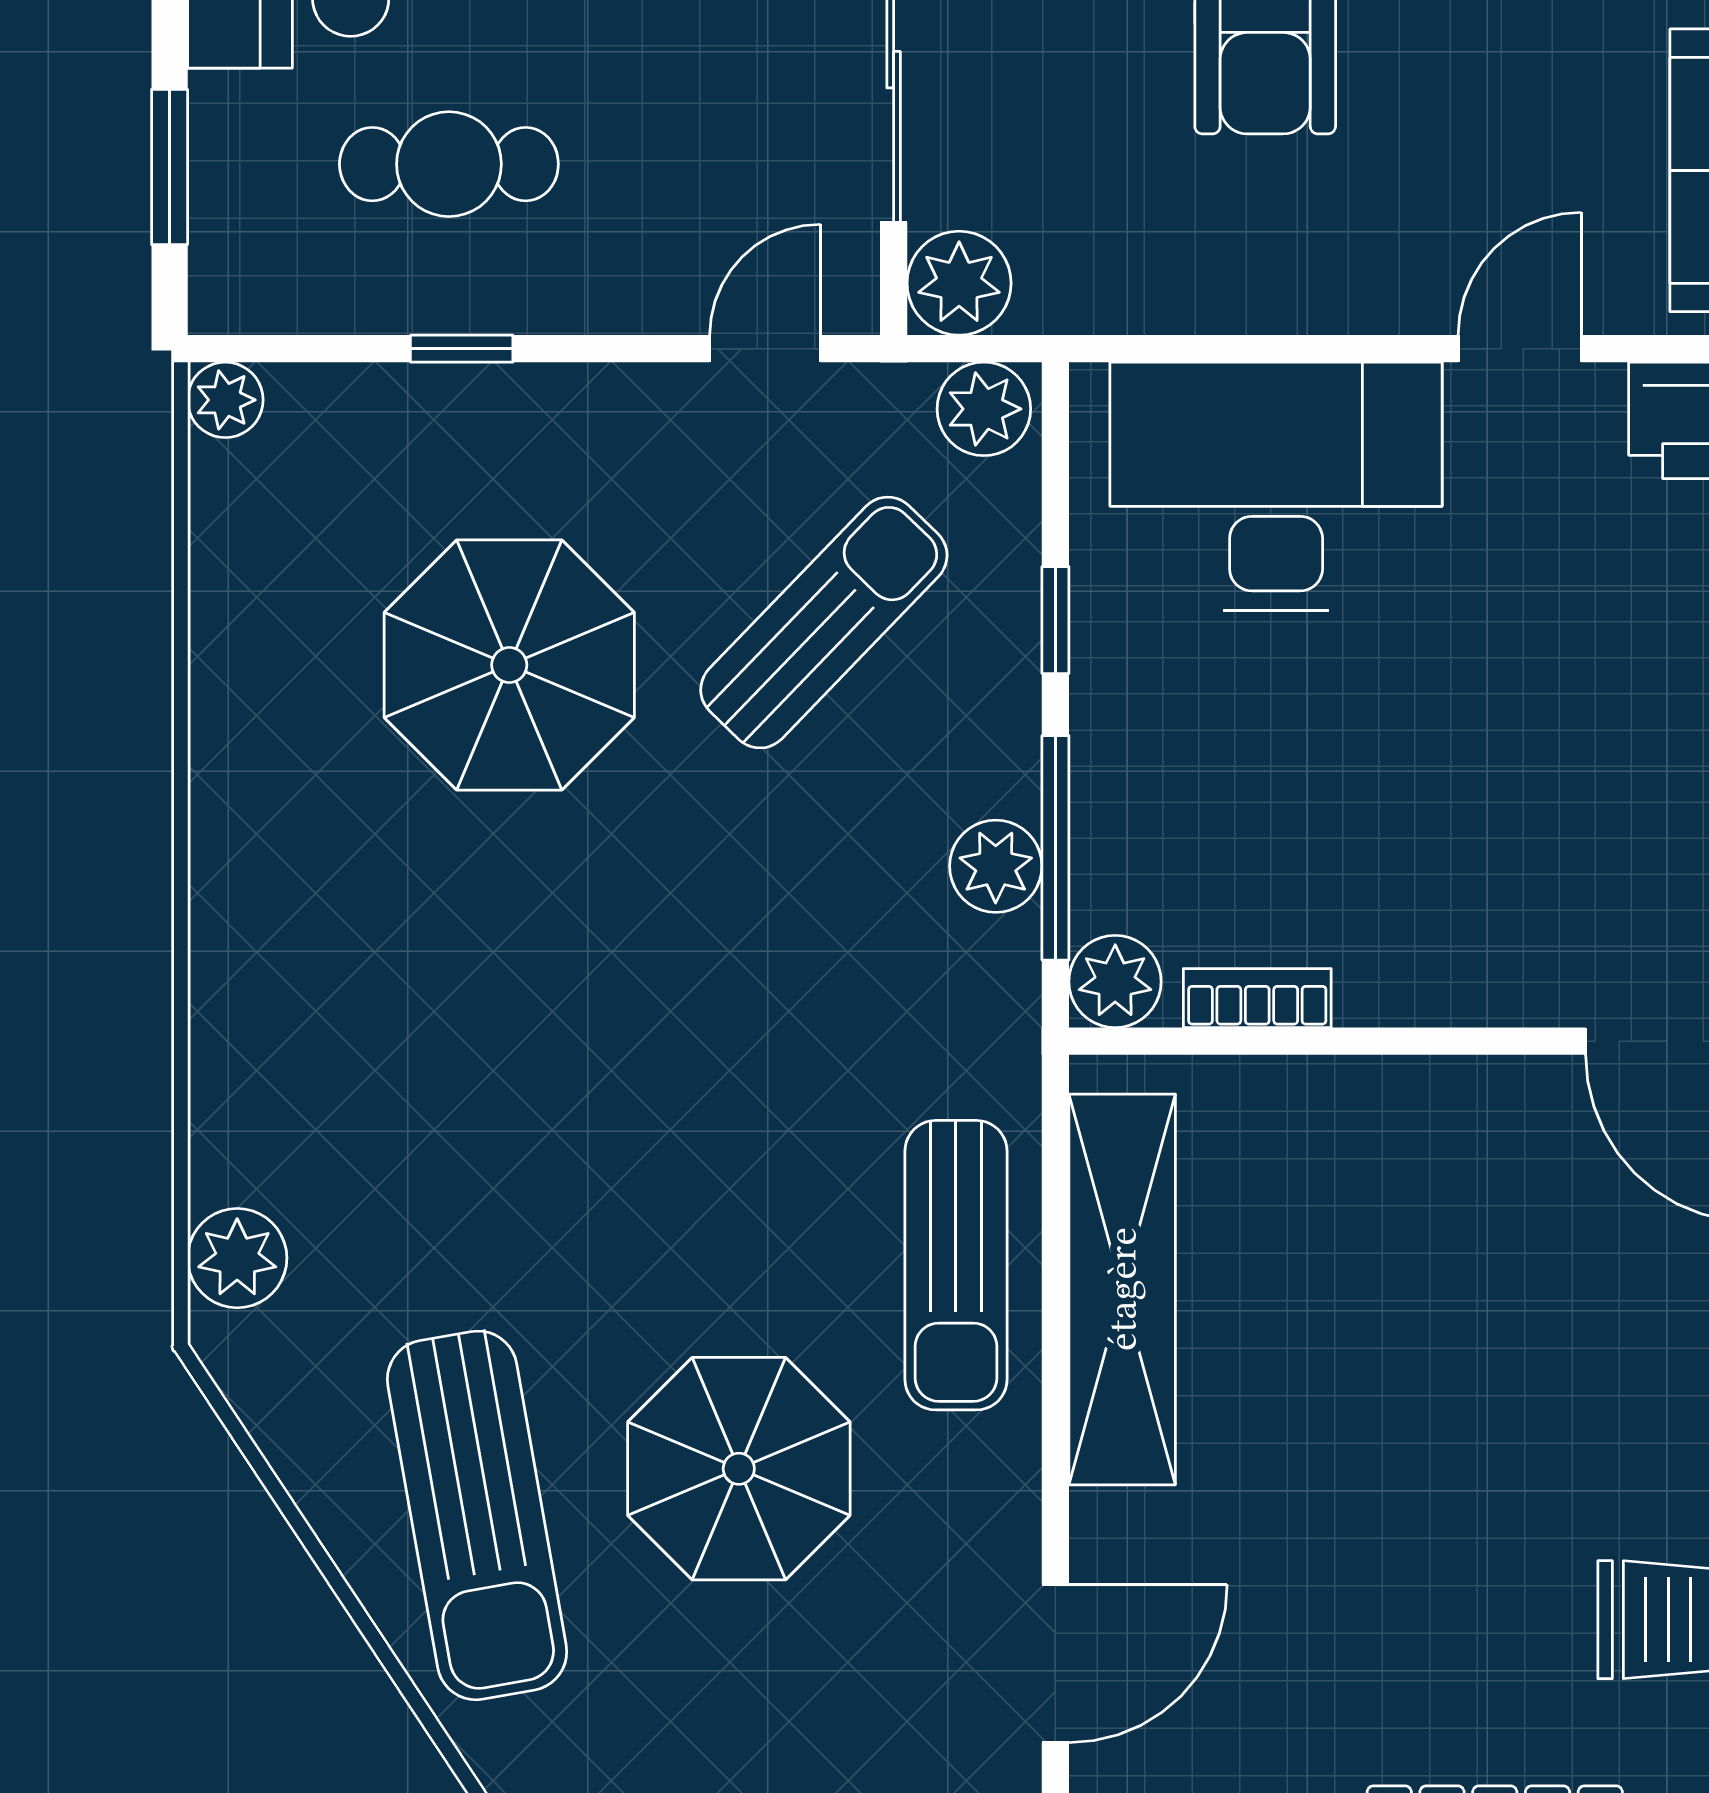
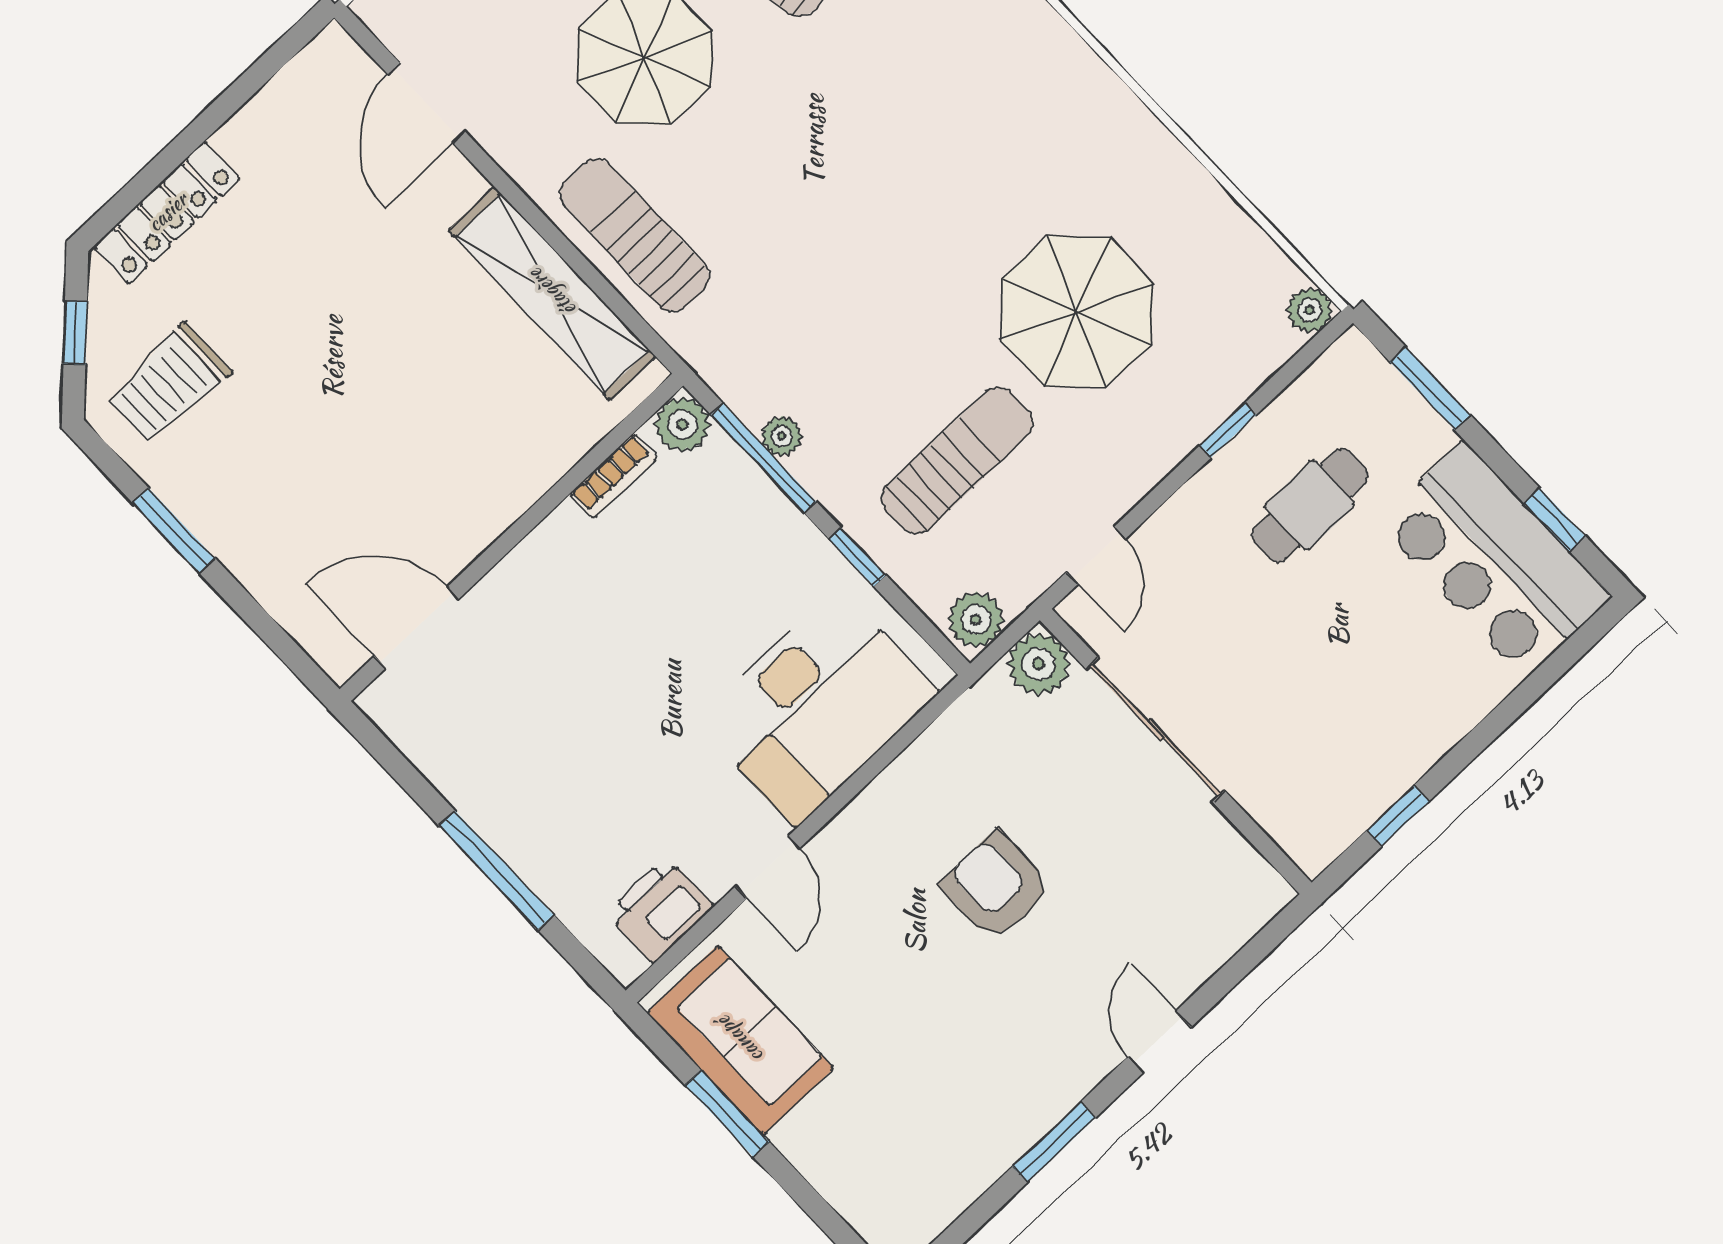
sun lounger: (824, 623) -> (957, 461), turned -134
plant: (996, 866) -> (782, 436), width x0.73, depth x0.73

